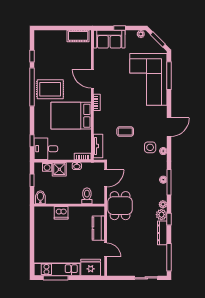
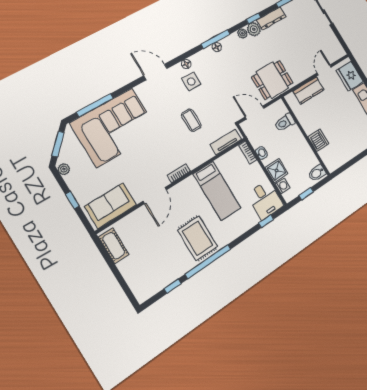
sofa: (109, 39) -> (111, 206), moved, turned -90
bed: (71, 116) -> (217, 191), width x0.67

